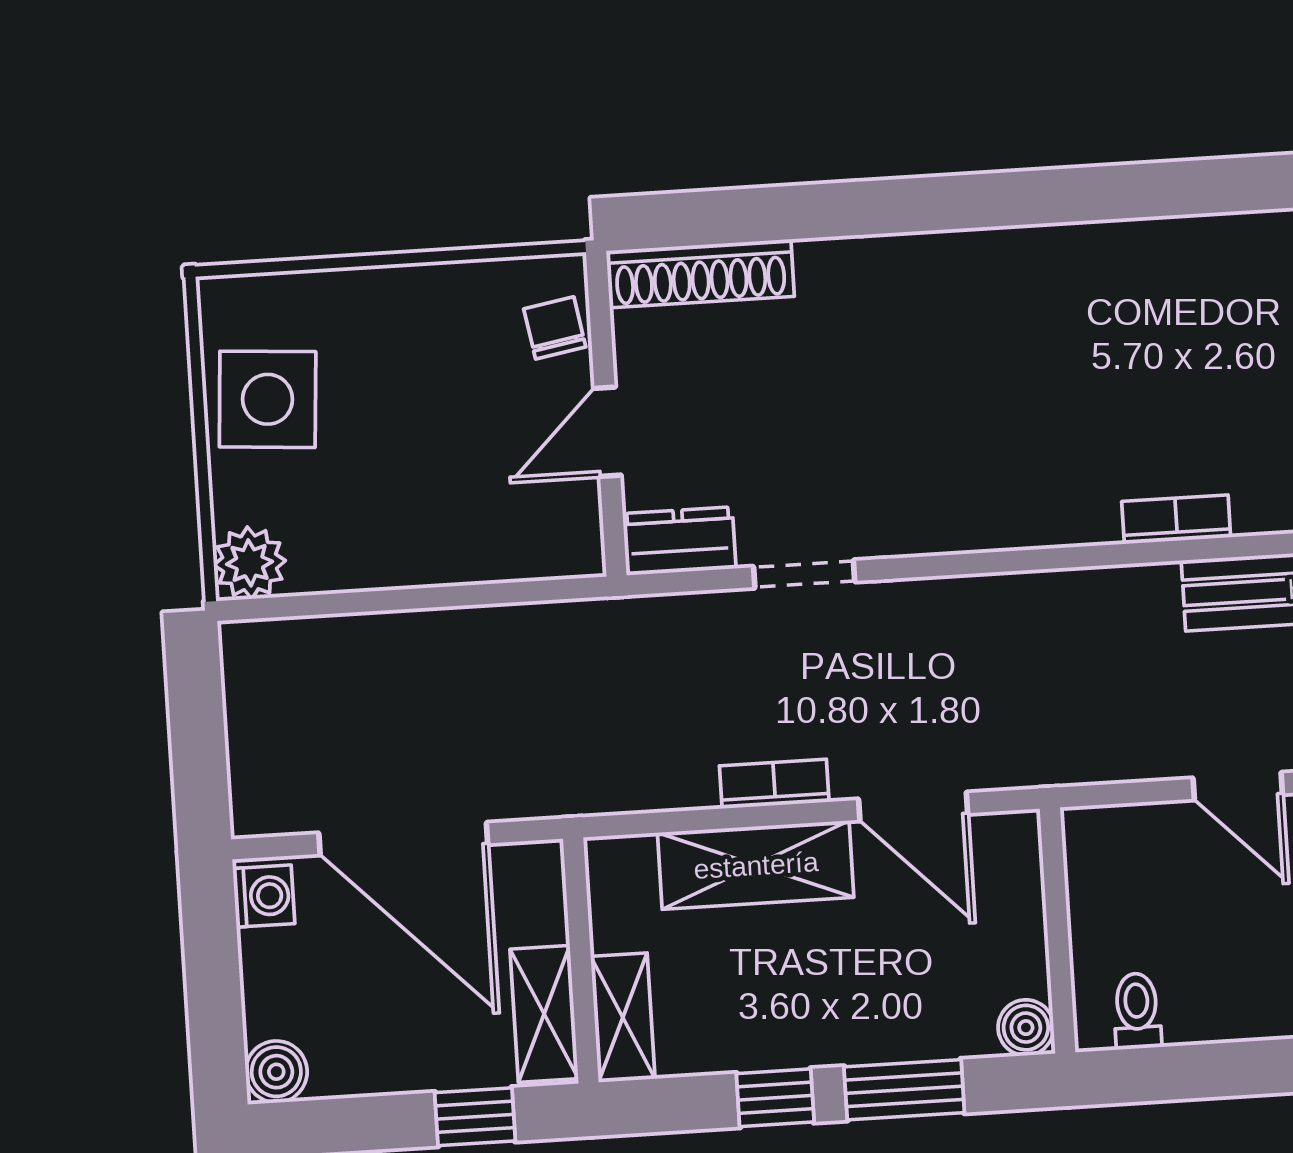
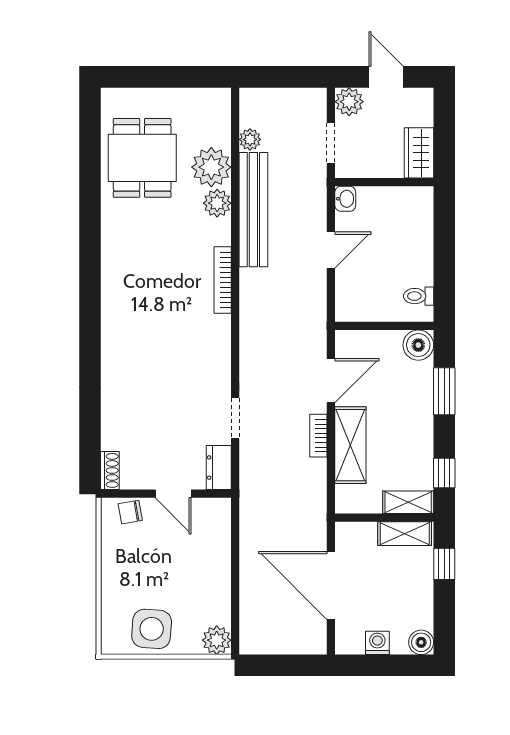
shoe rack: (700, 274) -> (110, 470), width x0.51, depth x0.81
bookcase: (1176, 519) -> (223, 280), width x1.56
door: (403, 839) -> (331, 586), swing flipped
washing machine: (264, 896) -> (377, 643), moved
boiler: (1026, 1028) -> (418, 345), width x1.36, depth x1.36
window: (775, 1098) -> (444, 473), moved

